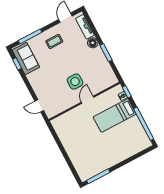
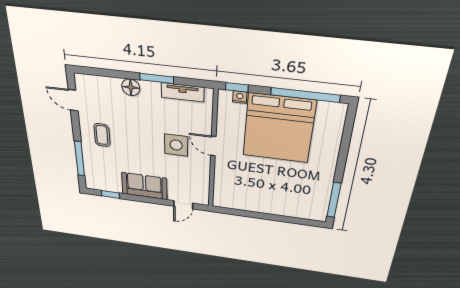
tv unit: (85, 27) -> (183, 92), moved
sofa: (26, 59) -> (144, 186), moved
bed: (115, 115) -> (279, 128), width x2.04

